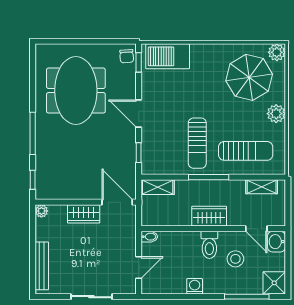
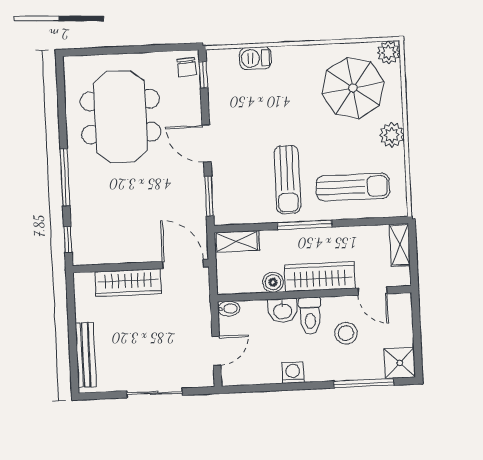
barbecue: (168, 56) -> (255, 58), width x0.53, depth x0.65
window: (139, 153) -> (209, 196), width x1.50
shelving: (262, 187) -> (400, 245), moved, turned 90
plant: (41, 211) -> (82, 281), removed
wardrobe: (84, 214) -> (128, 283), width x1.50
wardrobe: (209, 216) -> (320, 277), width x1.50
boiler: (183, 219) -> (273, 282), added
washbasin: (276, 242) -> (283, 311), moved, turned -90

